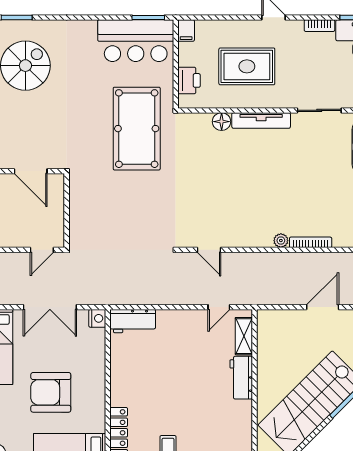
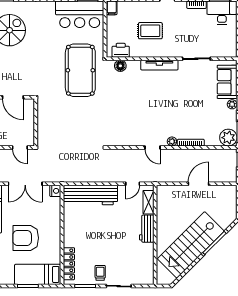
rug: (247, 66) -> (150, 31), width x0.73, depth x0.70
printer: (189, 80) -> (121, 50), moved, turned -90
floor lamp: (222, 122) -> (120, 66), moved
door: (42, 250) -> (20, 147), hinge flipped
door: (209, 250) -> (152, 147), moved
workbench: (133, 321) -> (90, 195), width x1.88, depth x1.32

